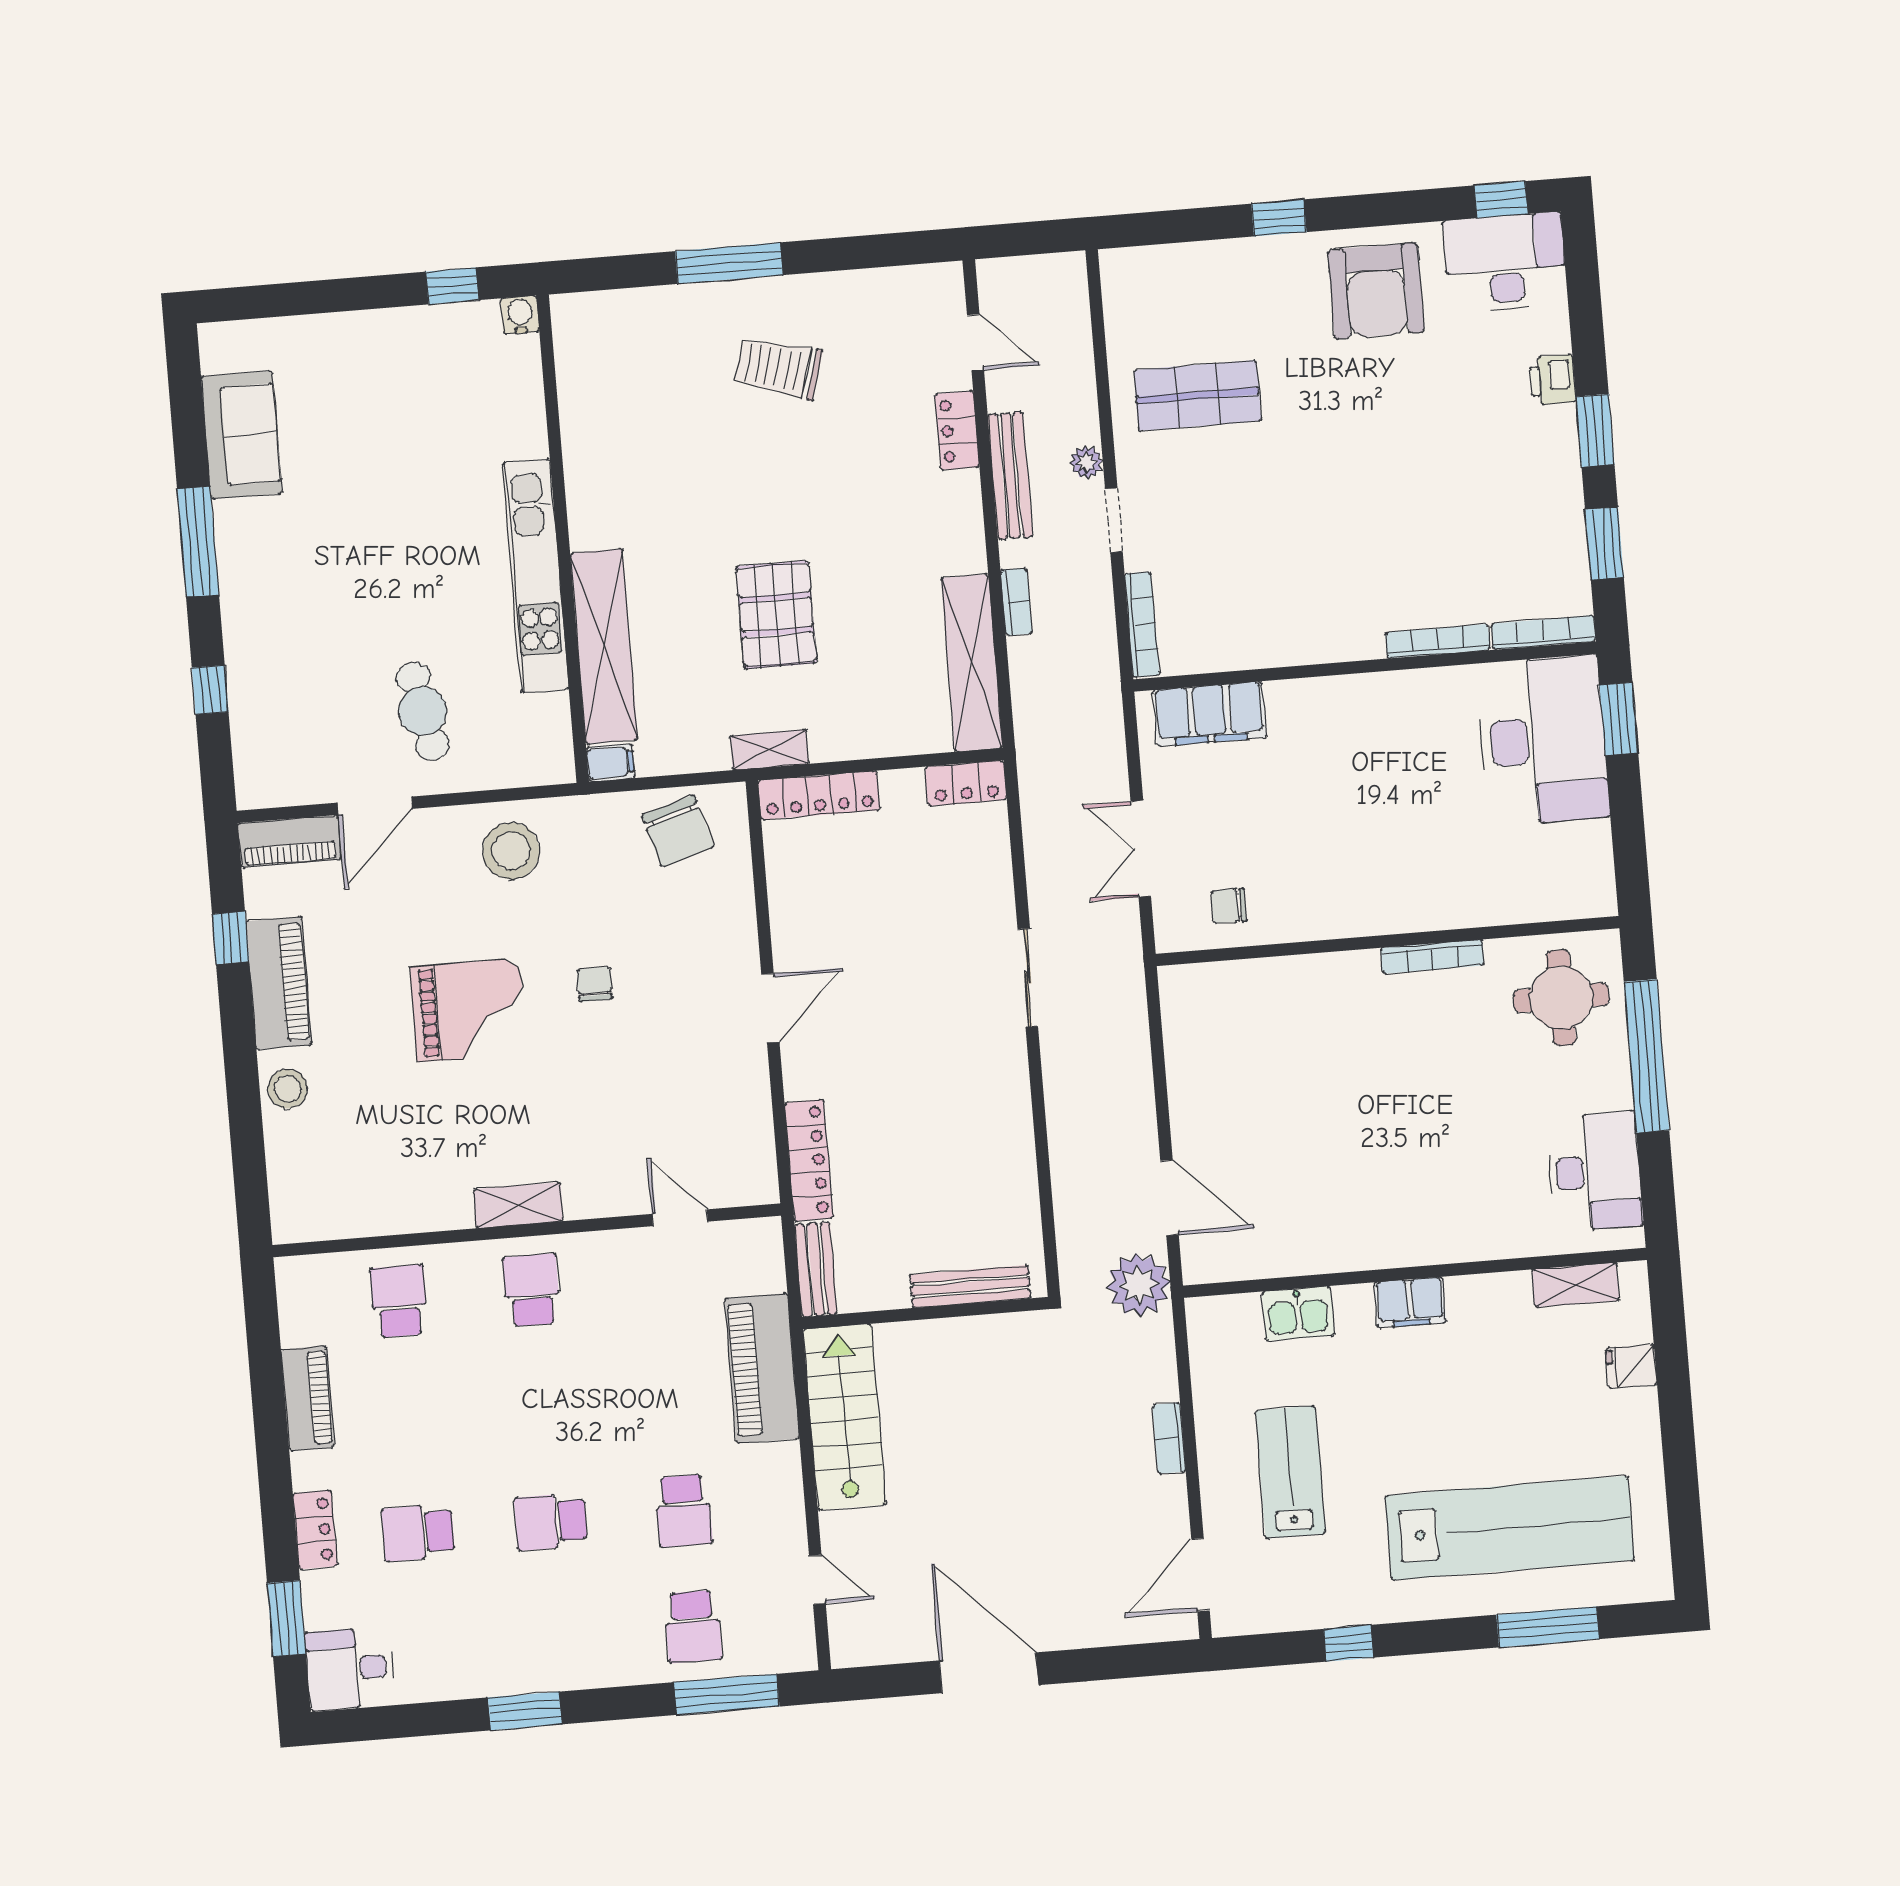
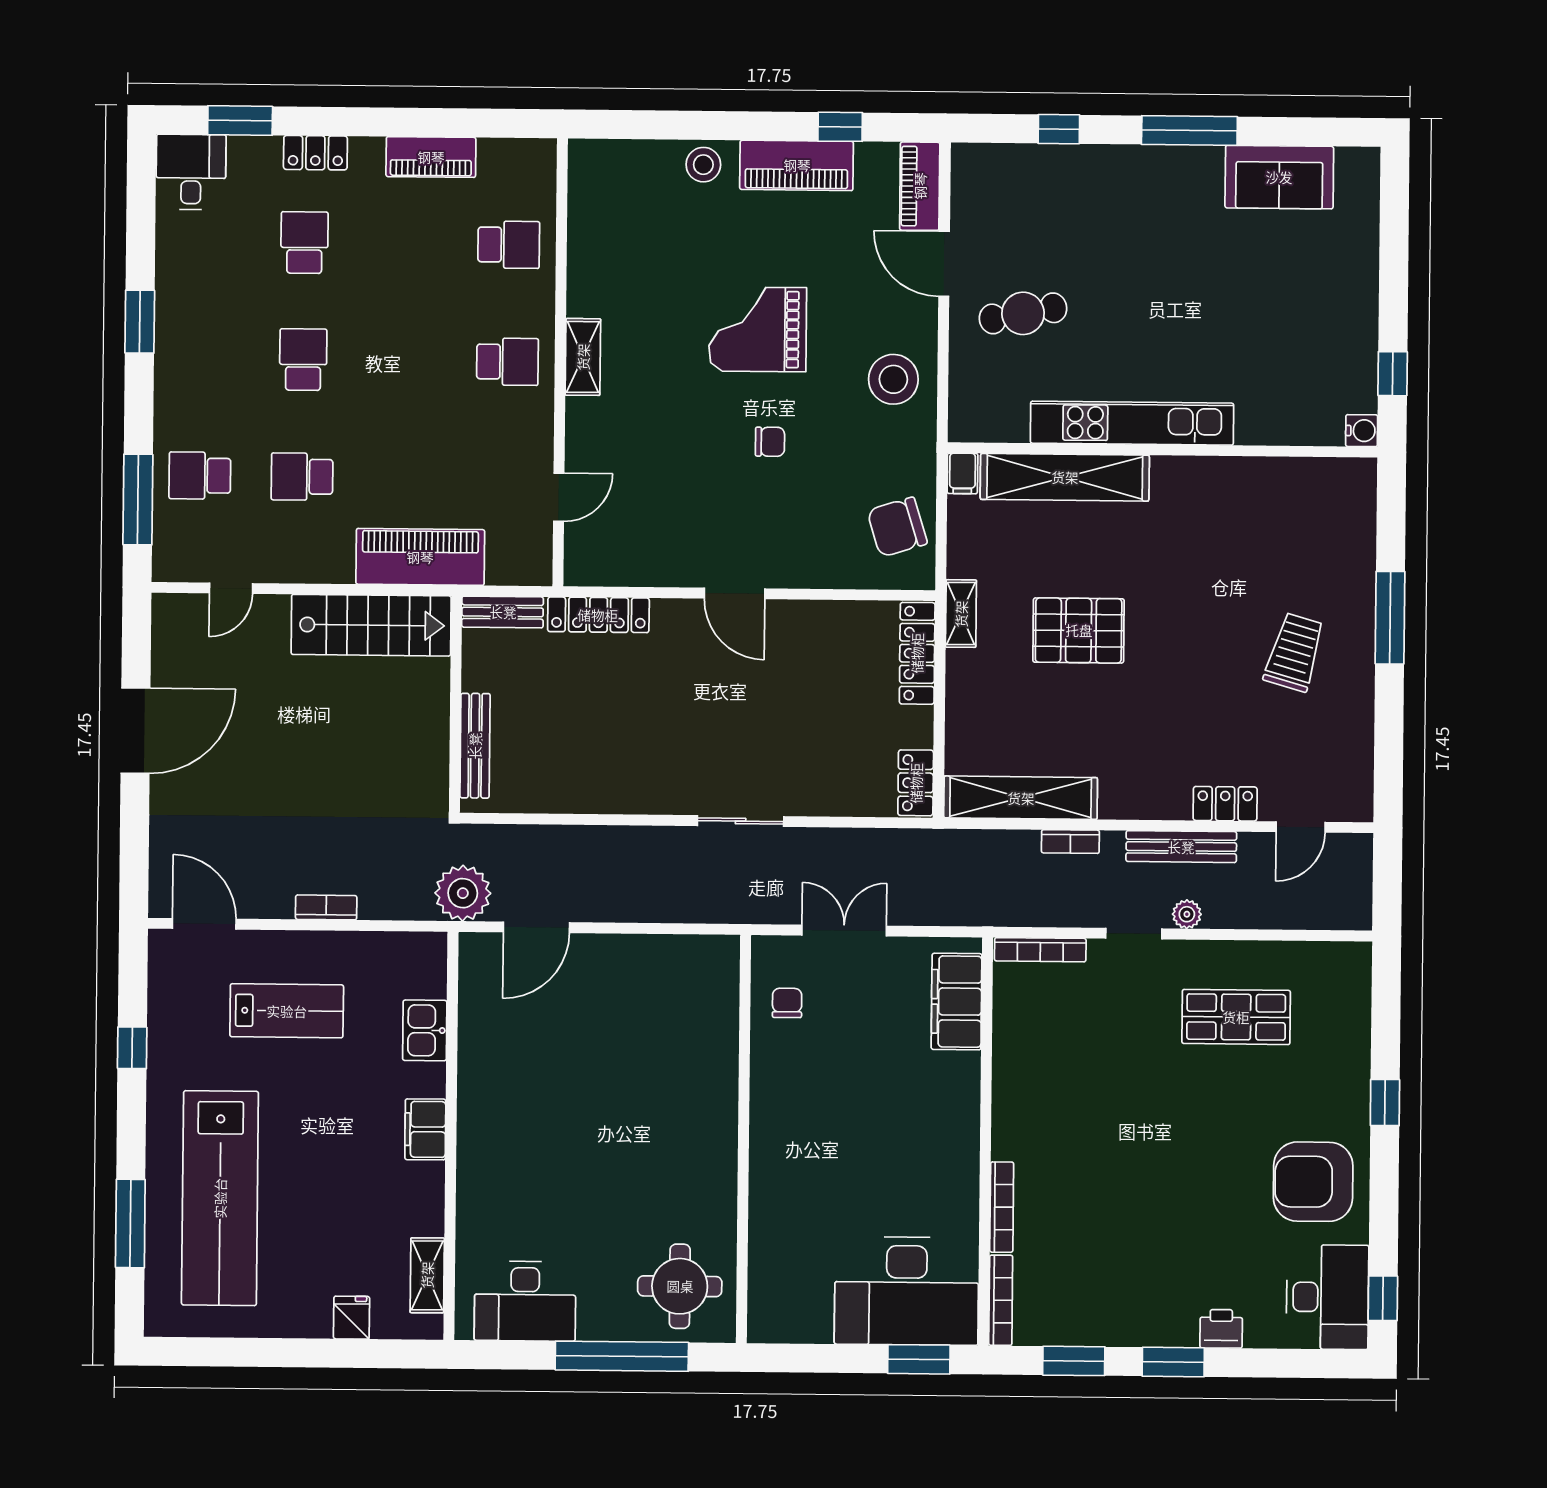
shop shelf: (1198, 396) -> (1236, 1017), turned 90
bookcase: (1432, 957) -> (726, 1177), removed
grand piano: (469, 1010) -> (758, 329), turned 90

